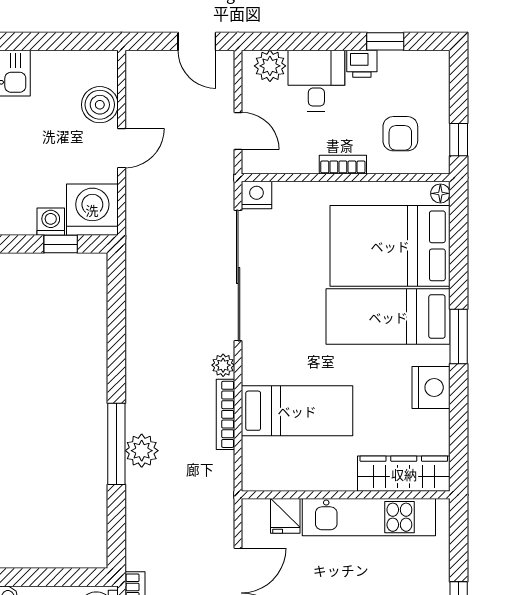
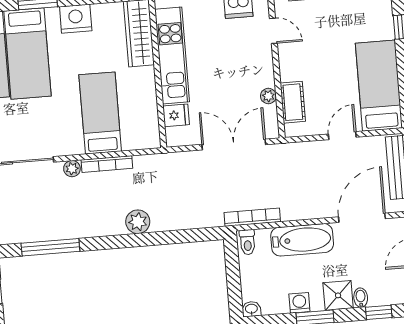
window: (116, 444) -> (50, 247), moved

